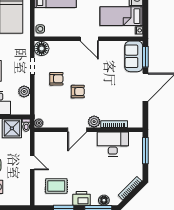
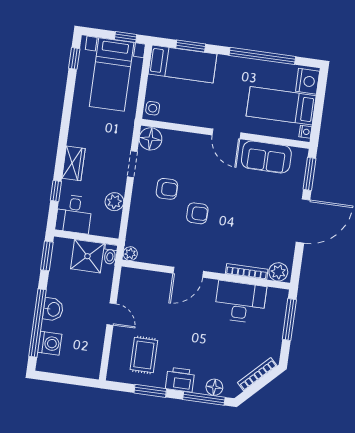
sofa: (134, 56) -> (266, 157), moved, turned -90
plant: (94, 122) -> (278, 272), moved
rug: (56, 186) -> (144, 355), turned 90

